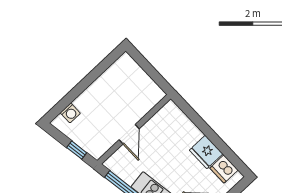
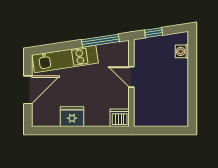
dishwasher: (224, 169) -> (120, 118), moved

